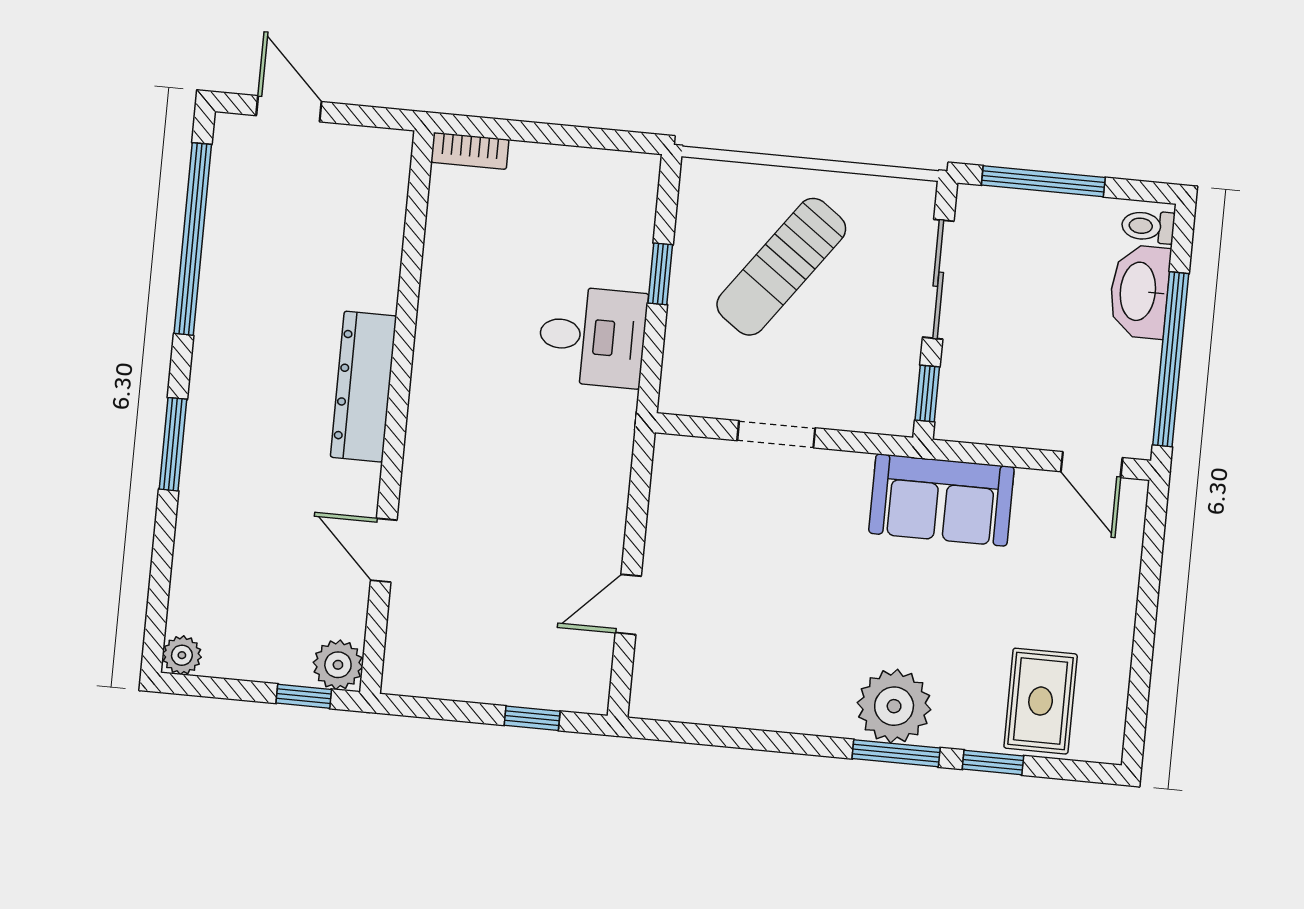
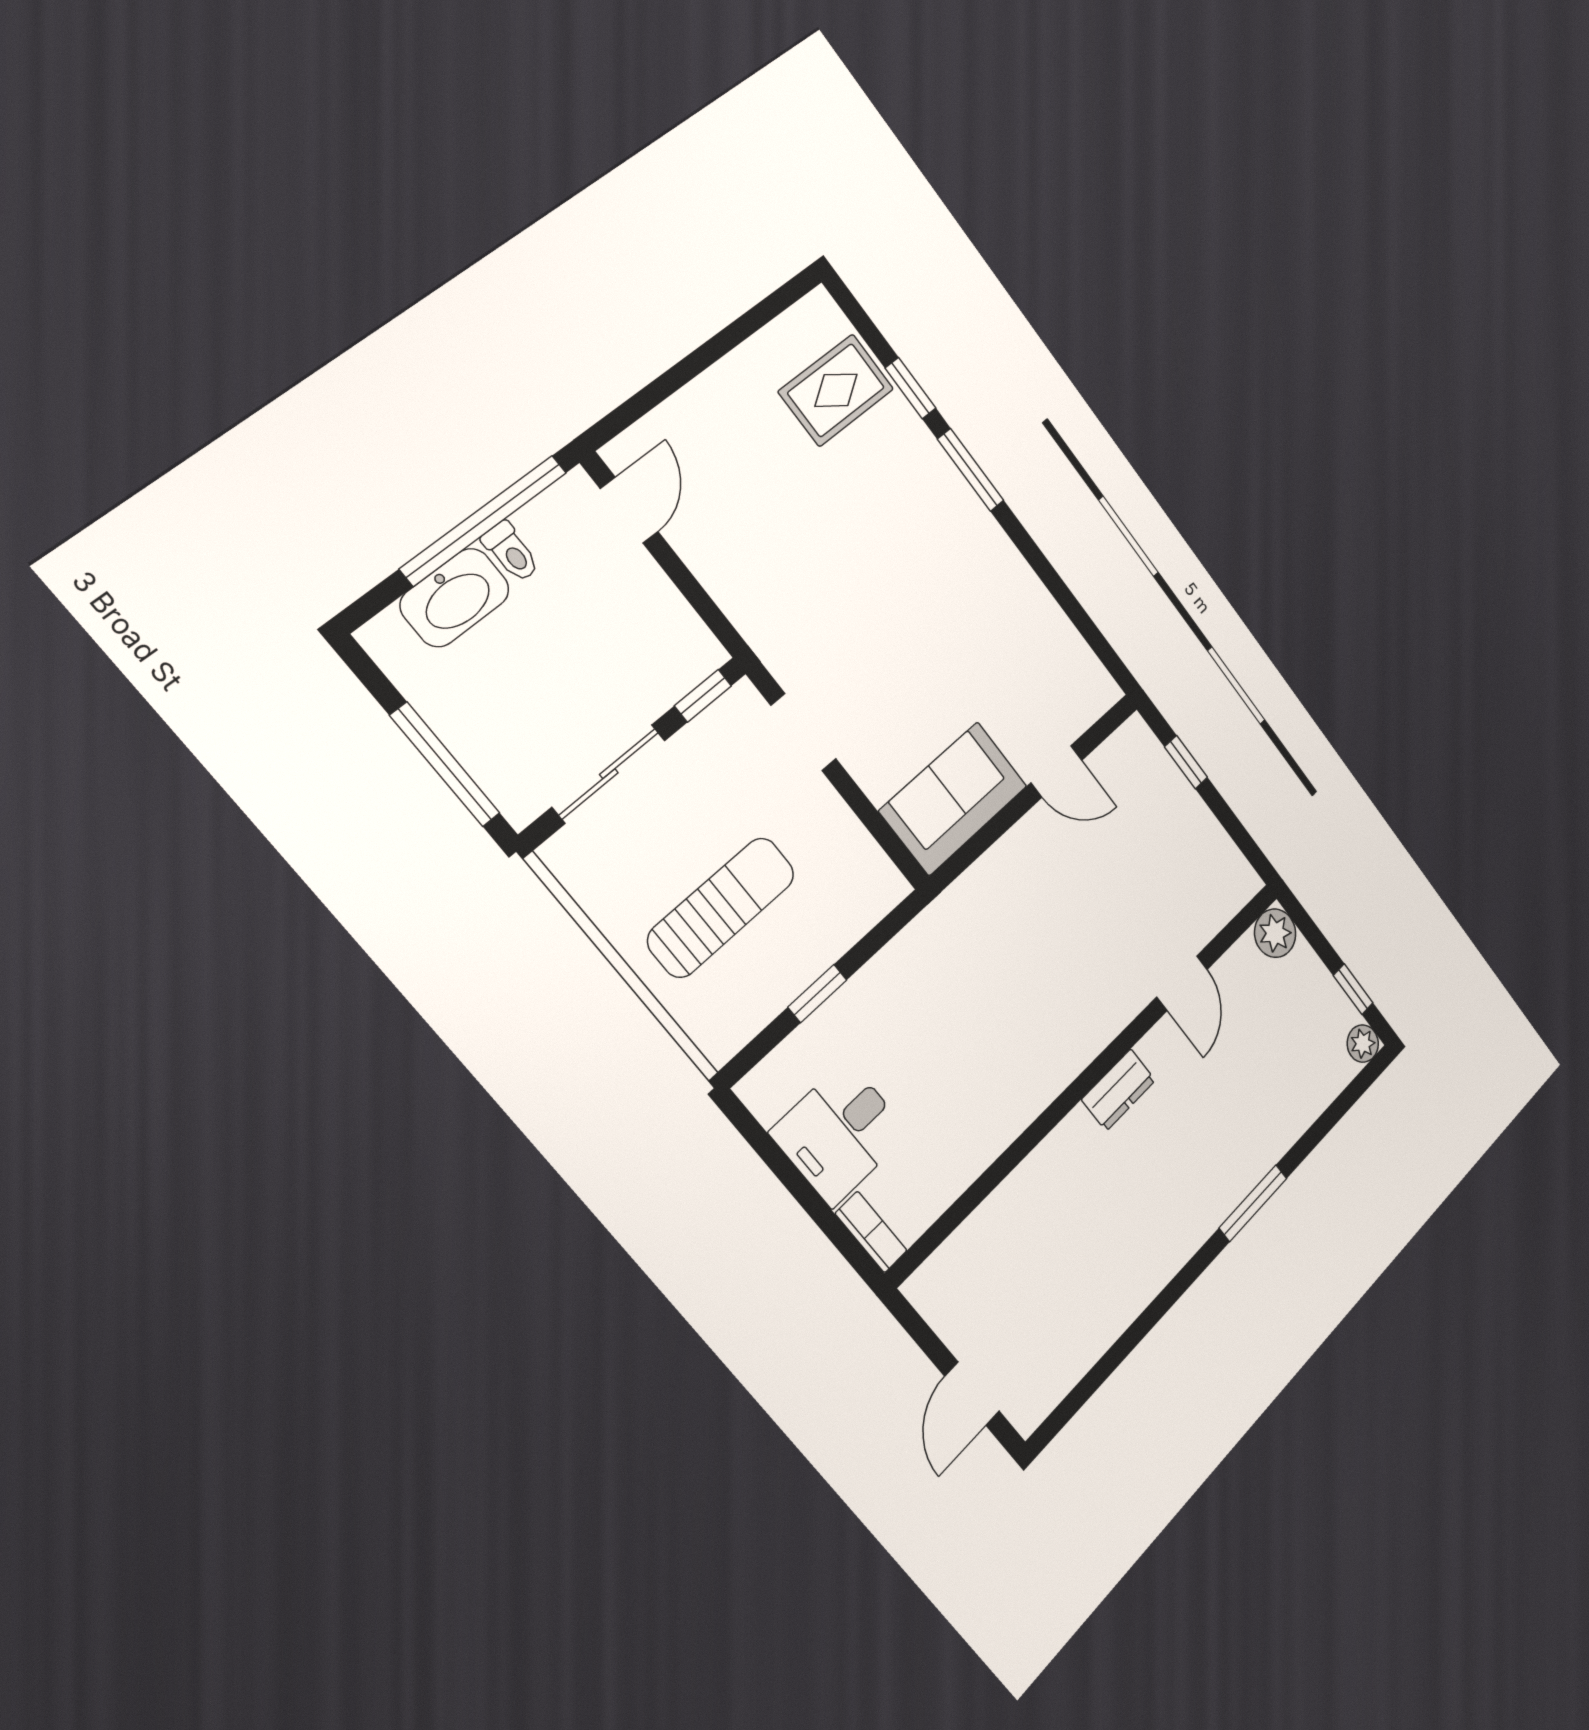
toilet: (1148, 226) -> (511, 552), moved
window: (193, 239) -> (1120, 1350), removed
sun lounger: (781, 267) -> (721, 907), turned -36
desk: (592, 337) -> (840, 1133), moved, turned -90
dresser: (364, 387) -> (1119, 1090), width x0.51, depth x0.80
doorway: (776, 434) -> (804, 732), moved
sofa: (941, 500) -> (954, 798), moved, turned -90
window: (304, 696) -> (1353, 989), moved
plant: (894, 706) -> (942, 502), removed

